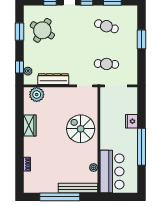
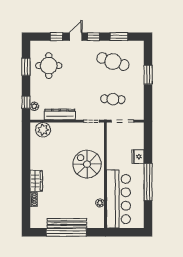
cafe table: (106, 26) -> (113, 61), width x1.37, depth x1.35
round table: (42, 30) -> (49, 66), turned -31
wardrobe: (30, 126) -> (36, 181), moved
bar counter: (112, 171) -> (118, 199), width x1.36
bench: (78, 188) -> (67, 223), moved

